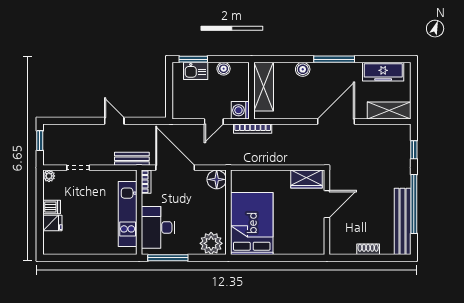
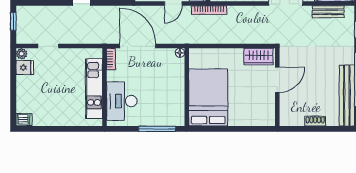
bench: (132, 159) -> (328, 12), moved
floor lamp: (217, 179) -> (180, 53), width x0.53, depth x0.53
dishwasher: (52, 207) -> (24, 119), moved
fridge: (52, 223) -> (25, 68), moved
plant: (211, 243) -> (171, 116), removed
window: (168, 258) -> (157, 129), moved

